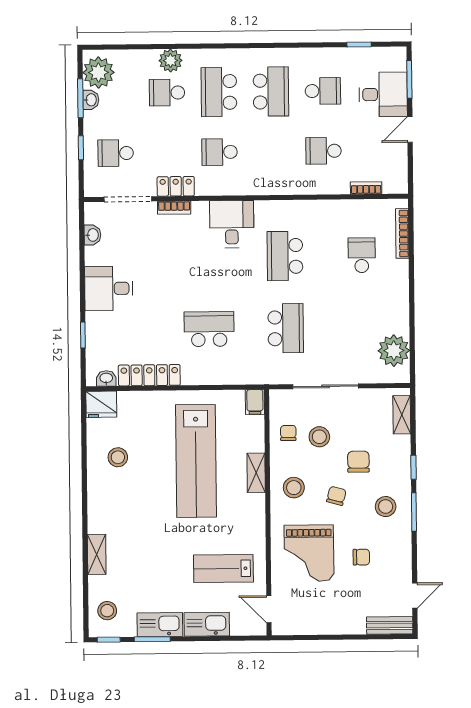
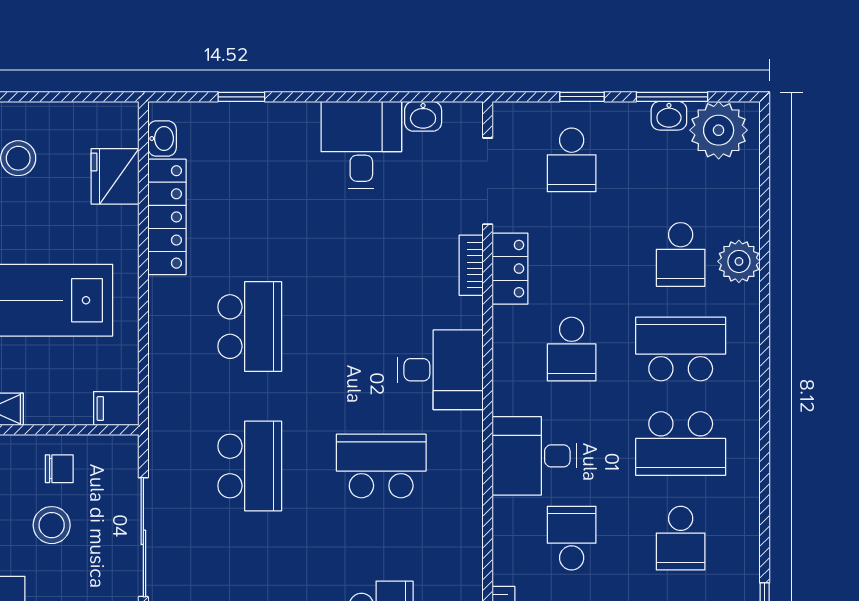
school desk: (167, 93) -> (681, 254), turned 180
school desk: (220, 152) -> (572, 349), turned 180
school desk: (116, 153) -> (572, 160), turned 180
desk: (279, 172) -> (534, 456), added
desk: (109, 288) -> (361, 145), moved
school desk: (286, 328) -> (250, 466), turned -90
fridge: (101, 404) -> (115, 176), moved

